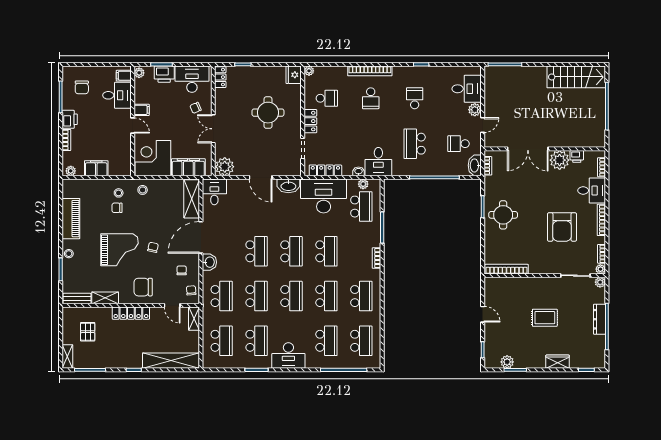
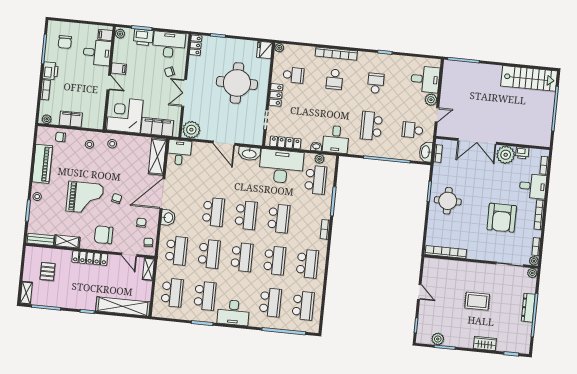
round table: (268, 113) -> (237, 83), width x1.36, depth x1.36
chair: (117, 208) -> (60, 137), moved

